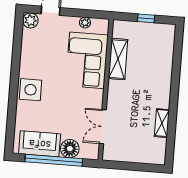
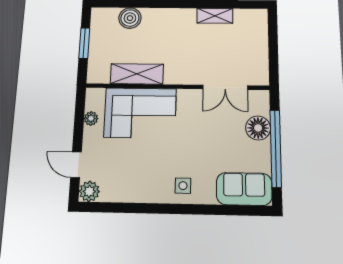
window: (146, 18) -> (84, 43), width x1.50
boiler: (165, 55) -> (130, 18), added
side table: (30, 90) -> (183, 186), width x0.54, depth x0.54
sofa: (40, 144) -> (244, 189), moved, turned 90

